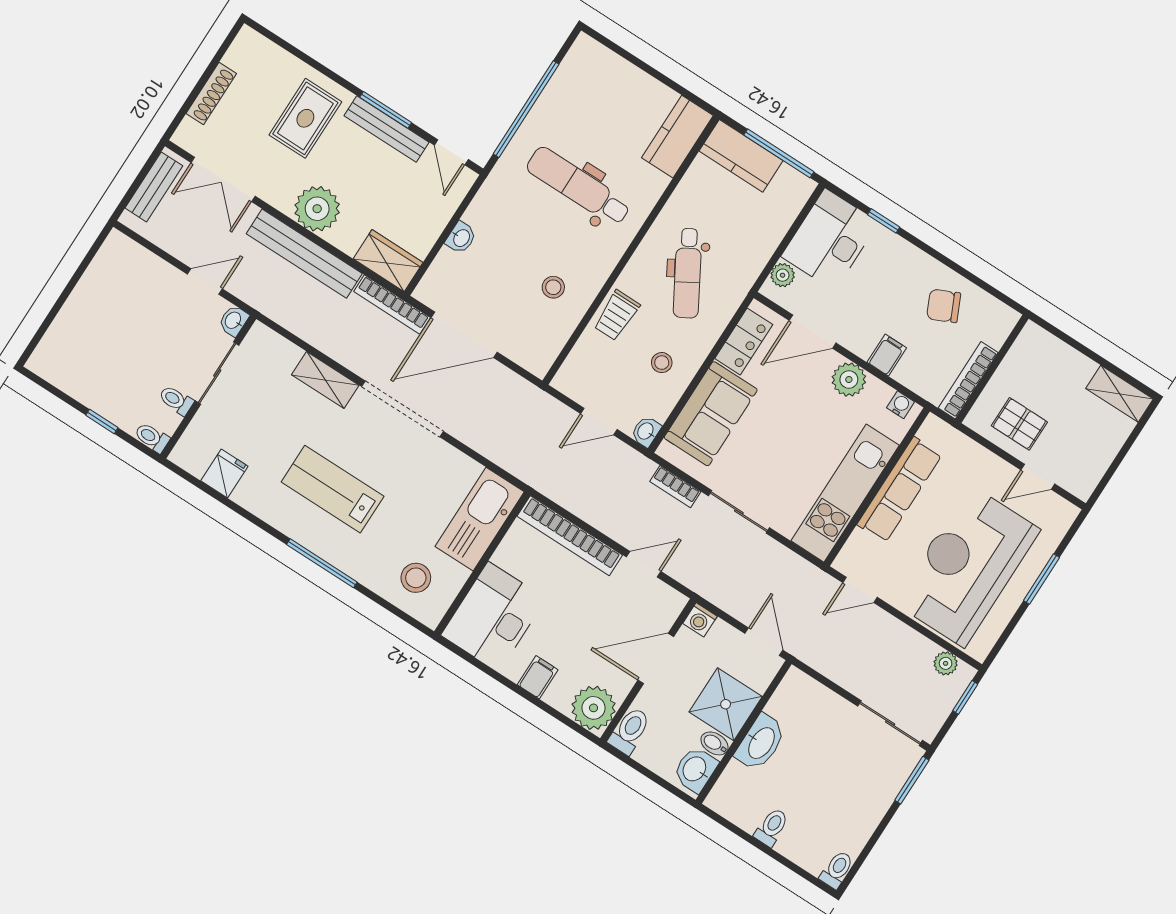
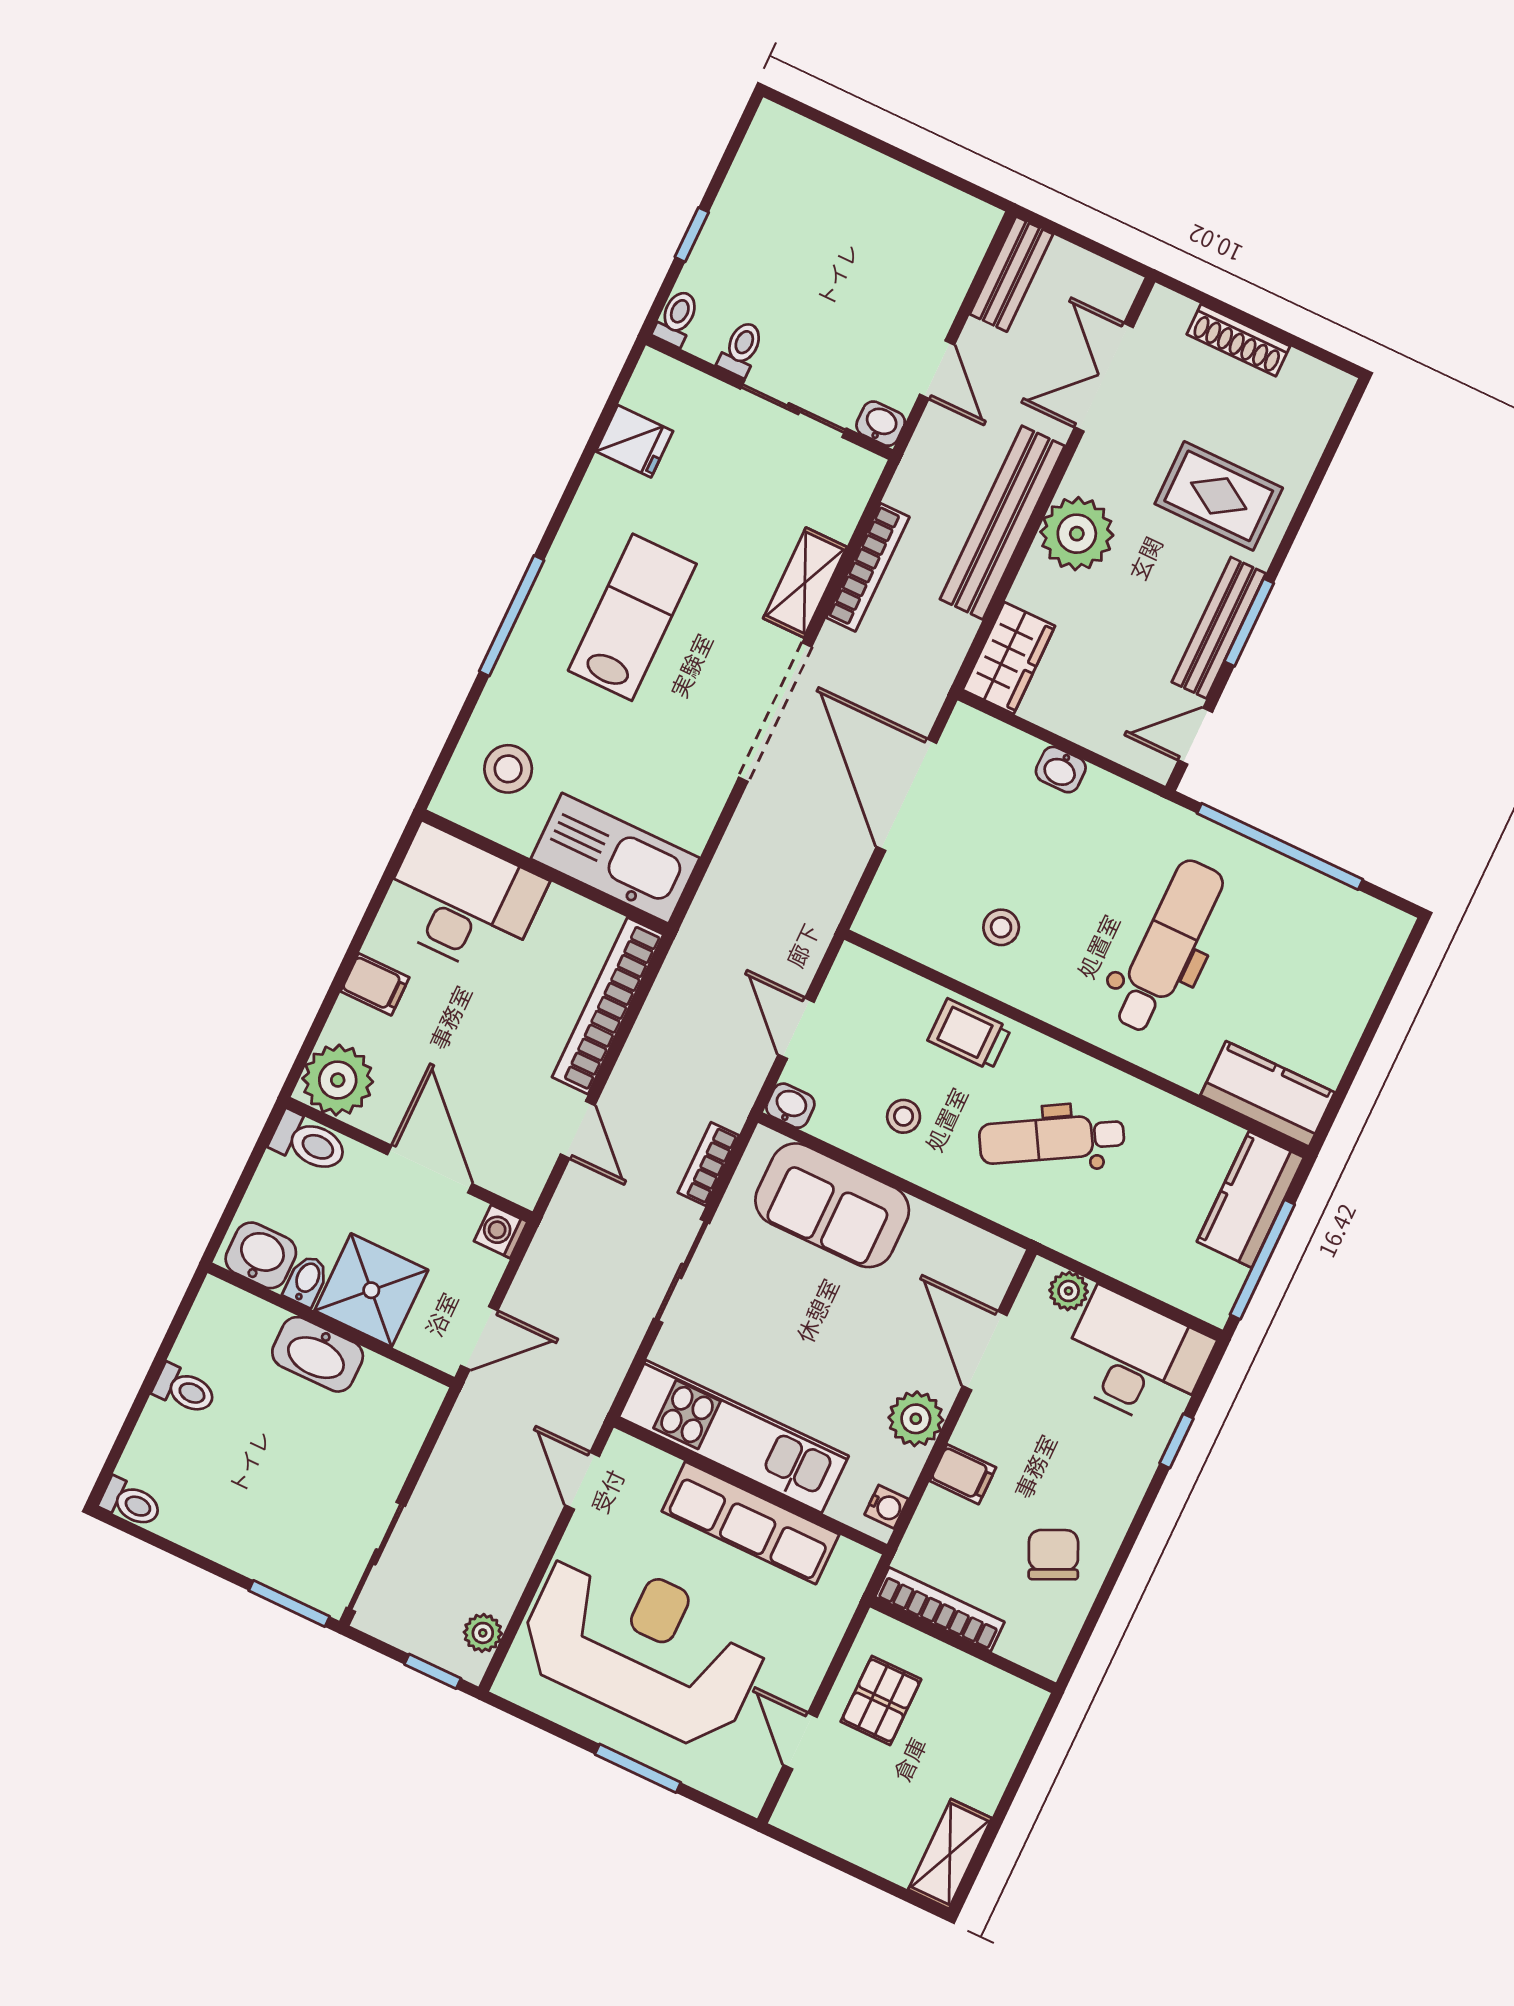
bench: (154, 187) -> (1011, 274), moved, turned 90
bookcase: (392, 305) -> (868, 567), moved, turned 180
locker: (744, 342) -> (954, 1243), removed

